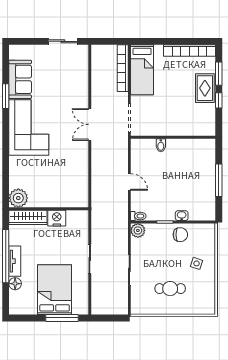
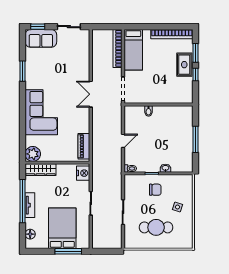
window: (24, 41) -> (38, 27), added
sofa: (20, 79) -> (41, 38), moved, turned 90
corner sofa: (29, 128) -> (41, 112), moved
door: (129, 182) -> (123, 141), hinge flipped
piano: (81, 189) -> (84, 146), added
nightstand: (57, 218) -> (83, 173), moved, turned 90
plant: (138, 230) -> (130, 180), removed
chair: (180, 235) -> (155, 190), moved
floor lamp: (15, 284) -> (30, 234), moved
cafe table: (170, 289) -> (156, 227), width x1.37, depth x1.35

